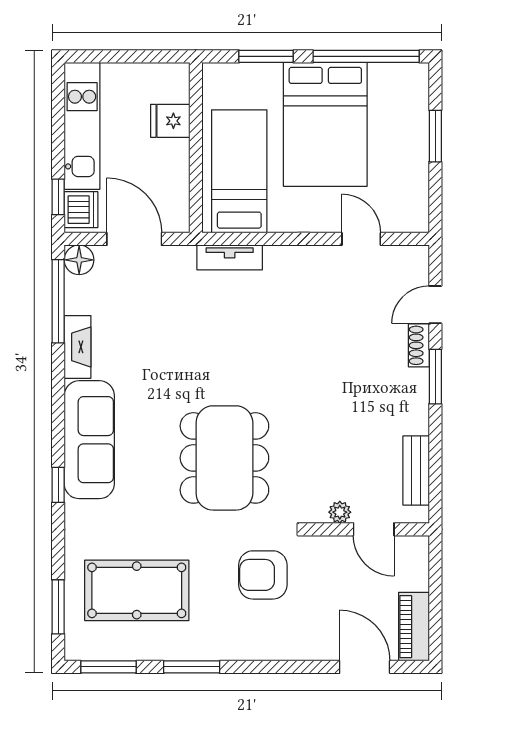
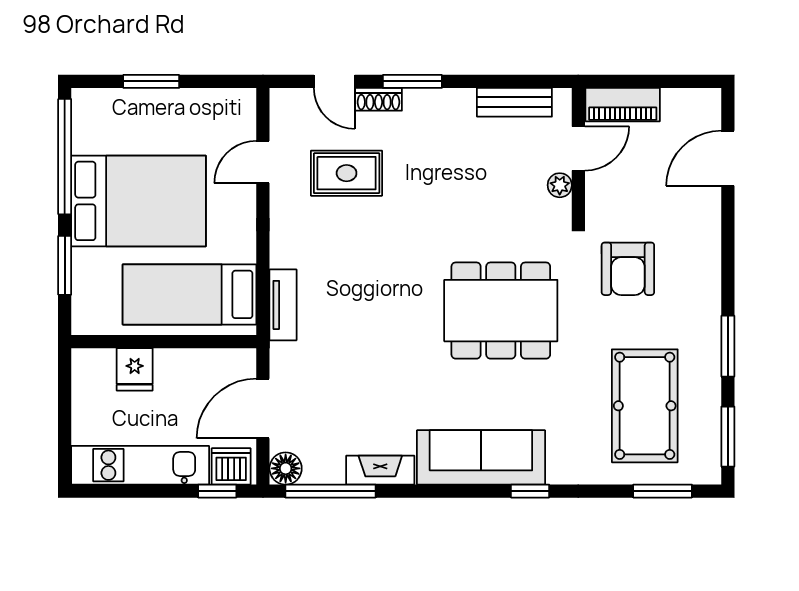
rug: (351, 316) -> (347, 173), added
piano: (414, 627) -> (623, 105), moved

